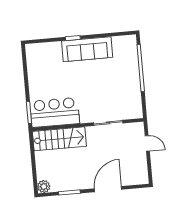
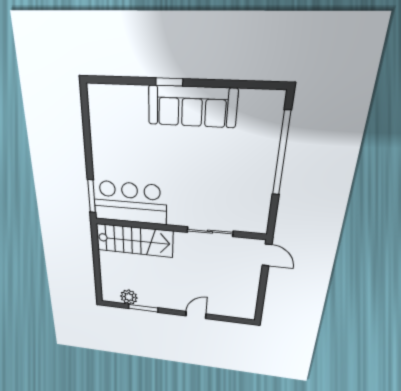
door: (147, 143) -> (267, 255), moved
plant: (44, 186) -> (129, 297), moved
door: (108, 189) -> (196, 315), width x0.53

